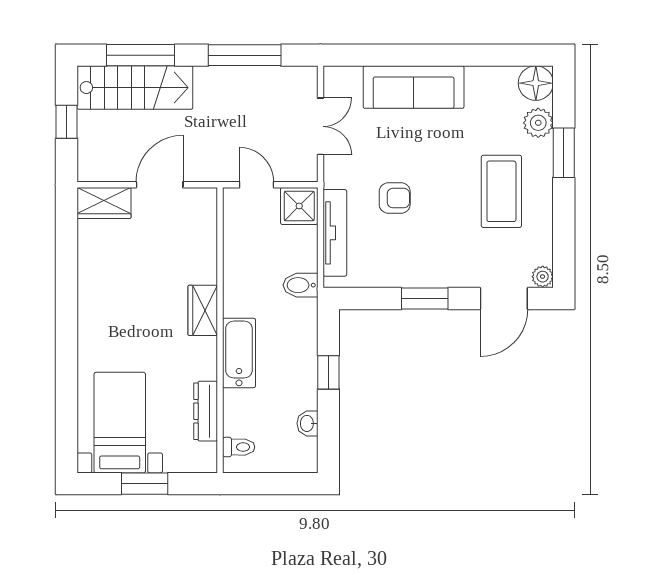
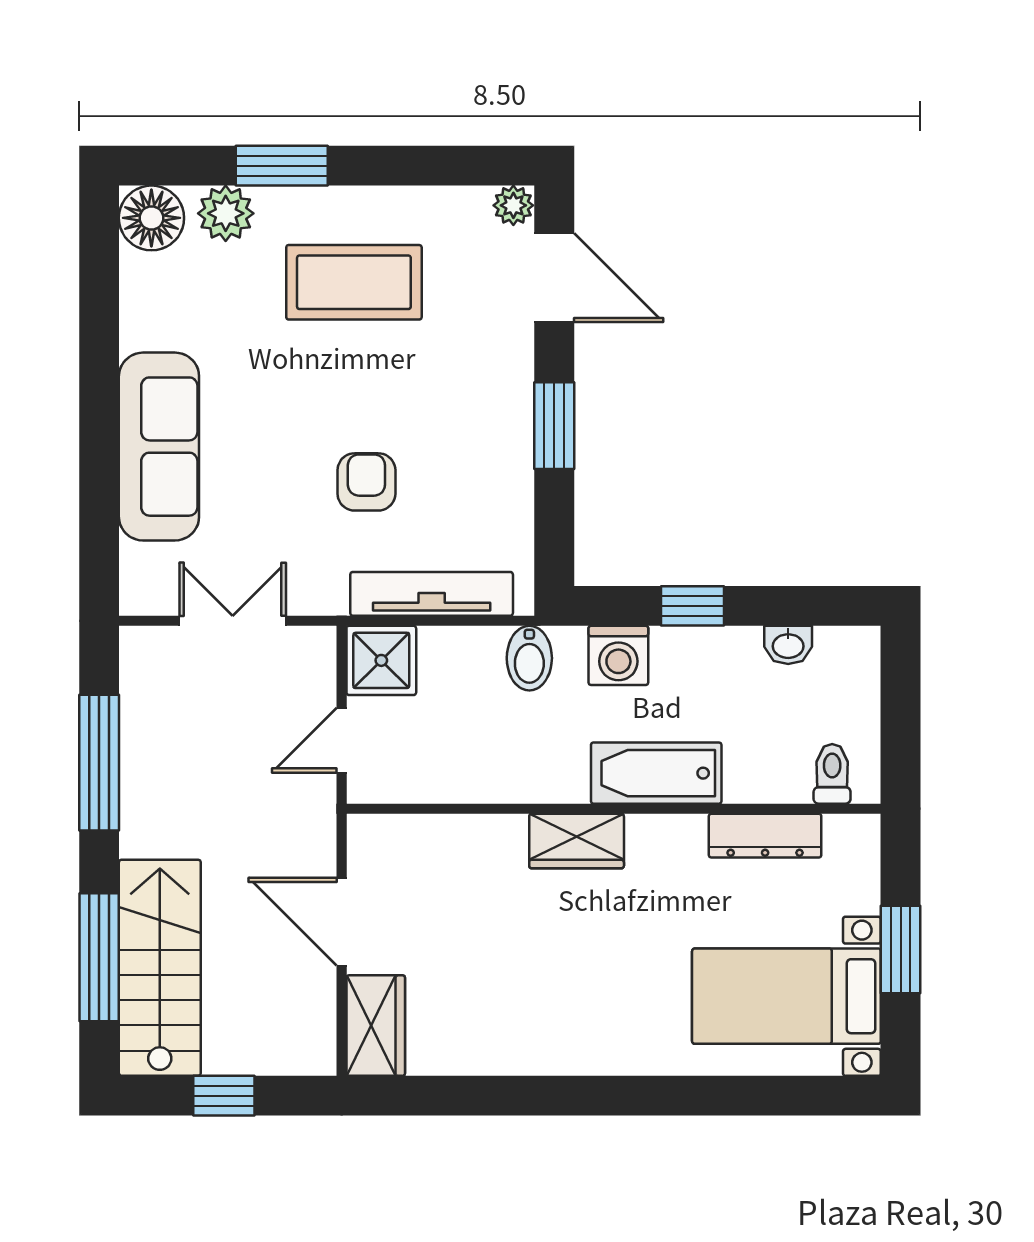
washing machine: (302, 333) -> (618, 655), added

